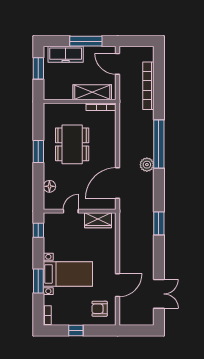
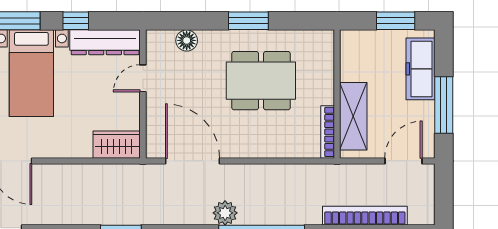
door: (71, 211) -> (143, 78), swing flipped
wardrobe: (98, 220) -> (117, 145), moved, turned 90
window: (38, 230) -> (76, 21), moved
dresser: (50, 232) -> (105, 42), added

